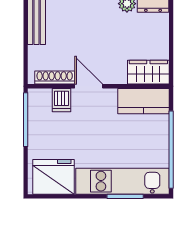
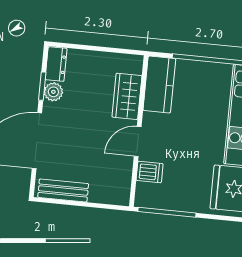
wardrobe: (148, 72) -> (127, 96), moved
shoe rack: (55, 77) -> (125, 177), removed

